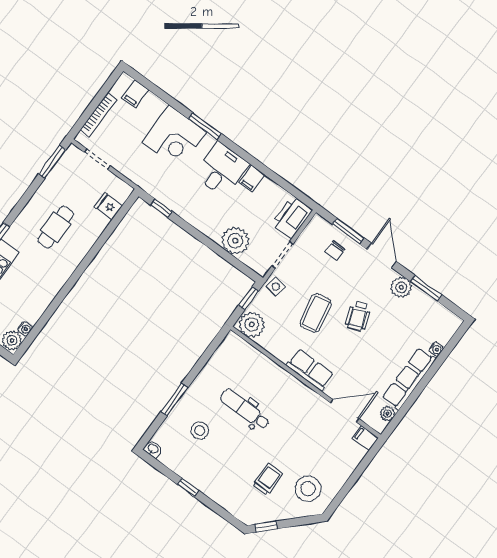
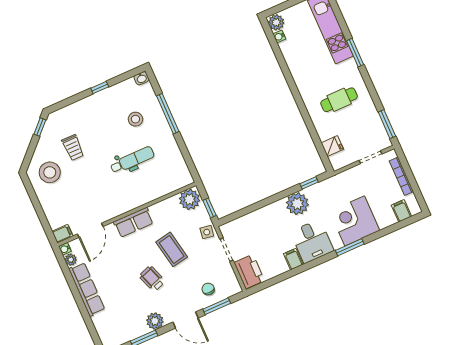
cafe table: (56, 227) -> (339, 100), turned 90
plant: (235, 241) -> (297, 204), moved
water cooler: (436, 349) -> (65, 249), moved
window: (174, 400) -> (168, 114), width x1.44

